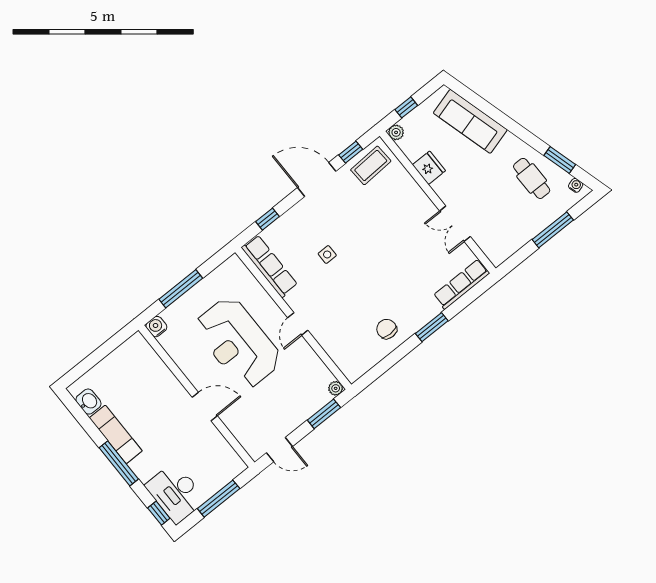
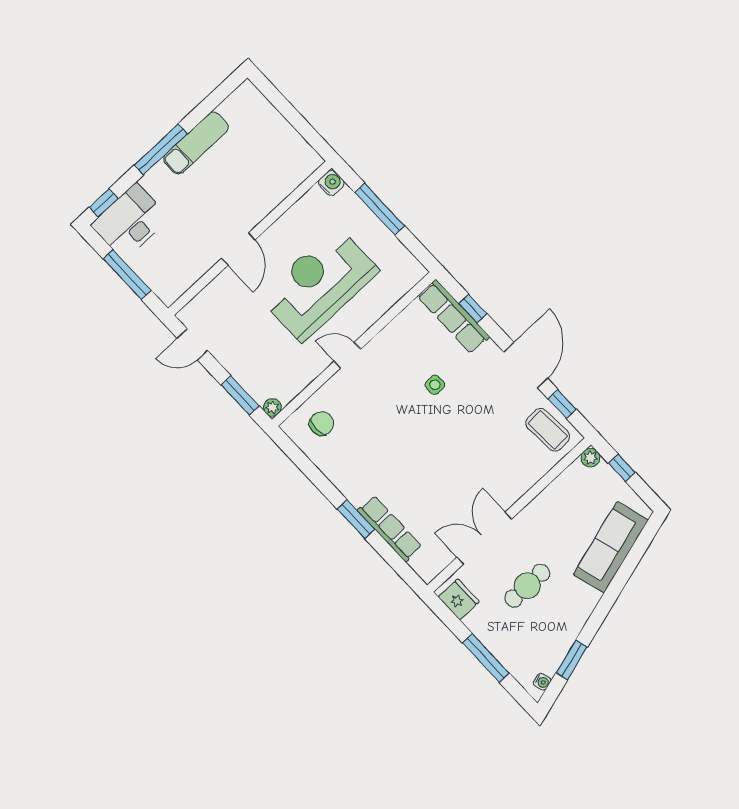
fridge: (429, 168) -> (459, 599), moved, turned -90
cafe table: (532, 178) -> (527, 586), moved
double door: (455, 224) -> (484, 538), width x1.37
row of seats: (269, 266) -> (454, 317), moved, turned 90
row of seats: (462, 284) -> (390, 529), moved
chair: (387, 329) -> (322, 424), moved
washbasin: (88, 402) -> (233, 107), removed
door: (279, 450) -> (192, 344), hinge flipped

